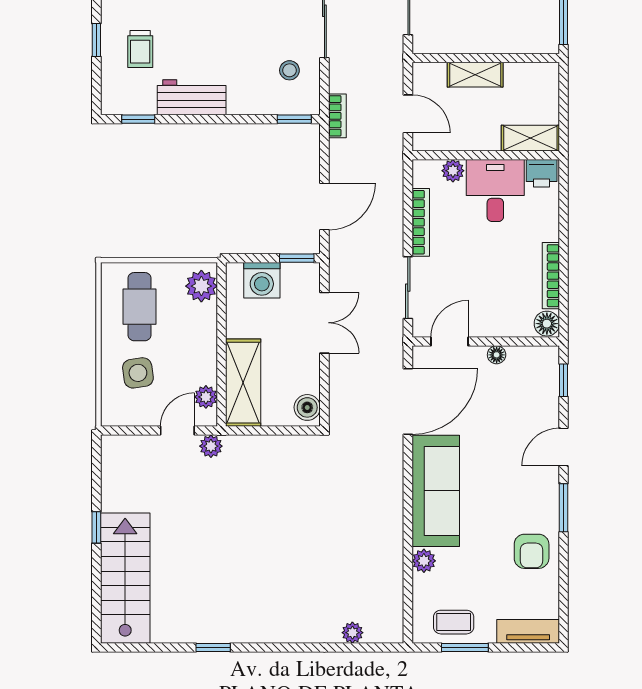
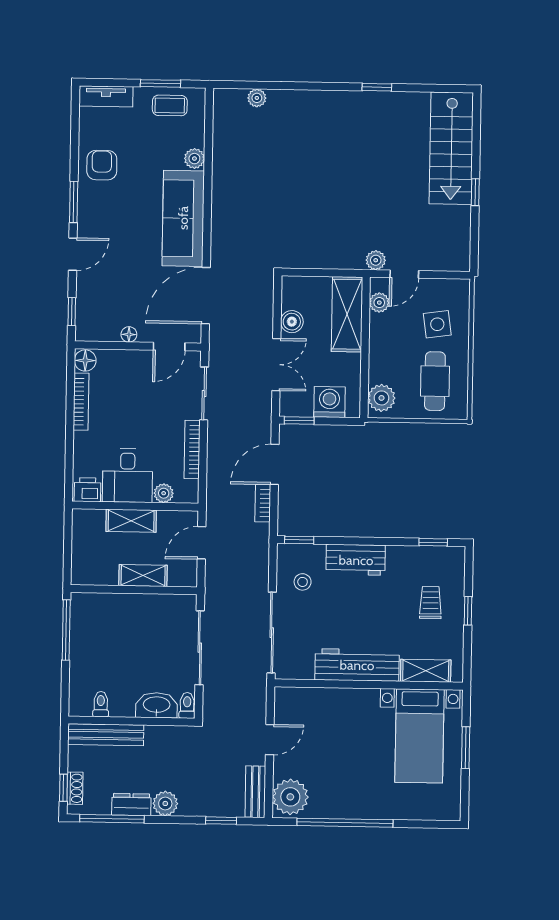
workbench: (192, 97) -> (356, 560), moved
door: (408, 114) -> (202, 543), hinge flipped
bookcase: (337, 116) -> (263, 503), moved
shelving: (530, 138) -> (131, 521), moved
double door: (324, 323) -> (276, 365), swing flipped
boiler: (307, 407) -> (292, 322), moved

